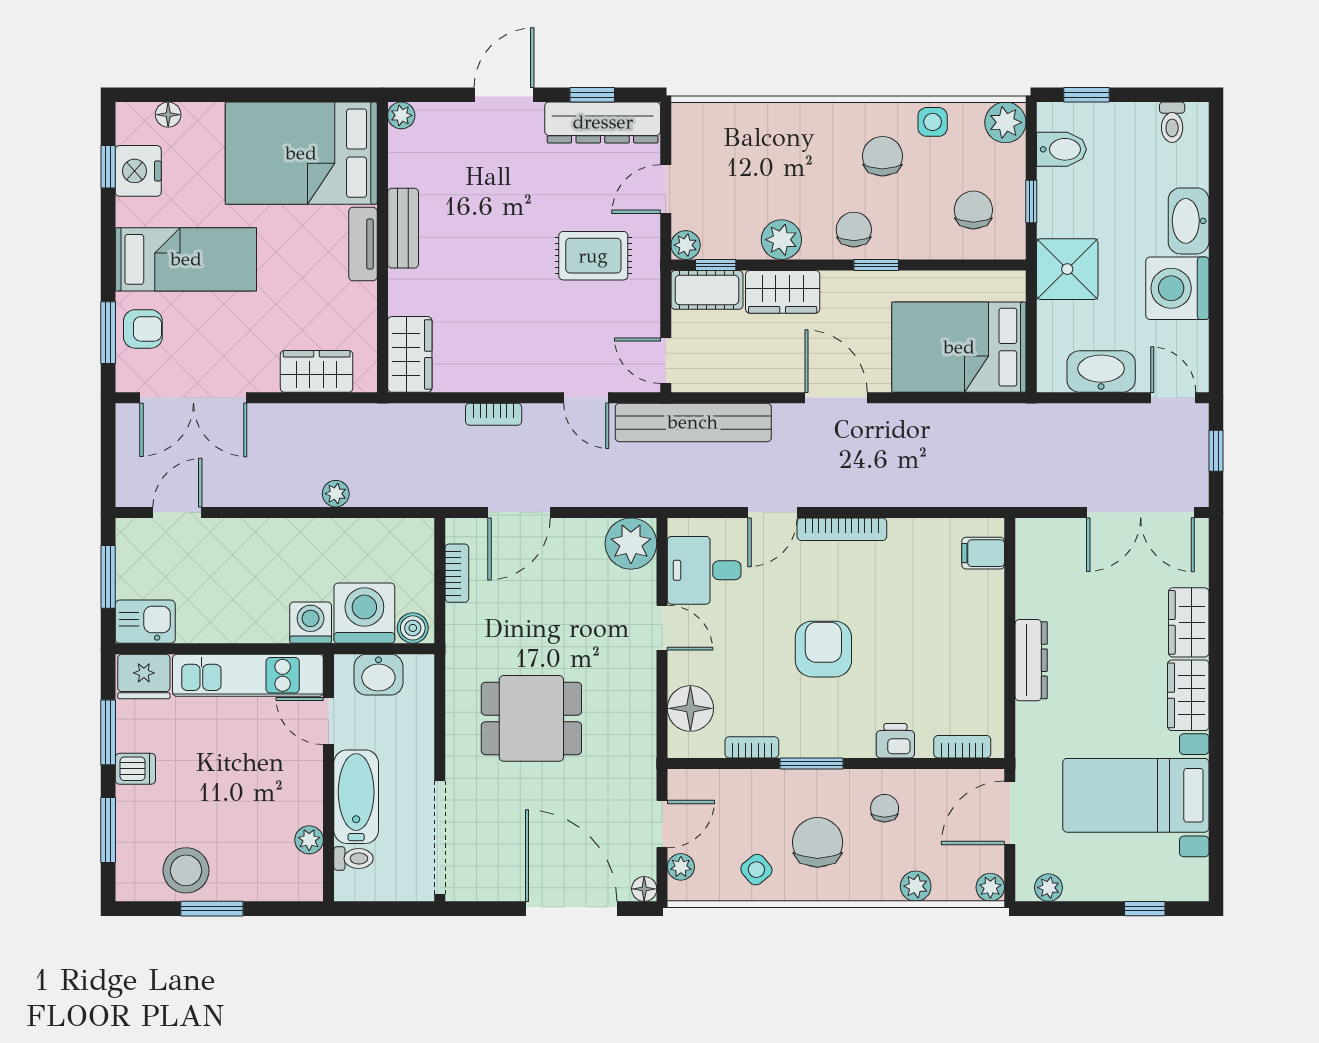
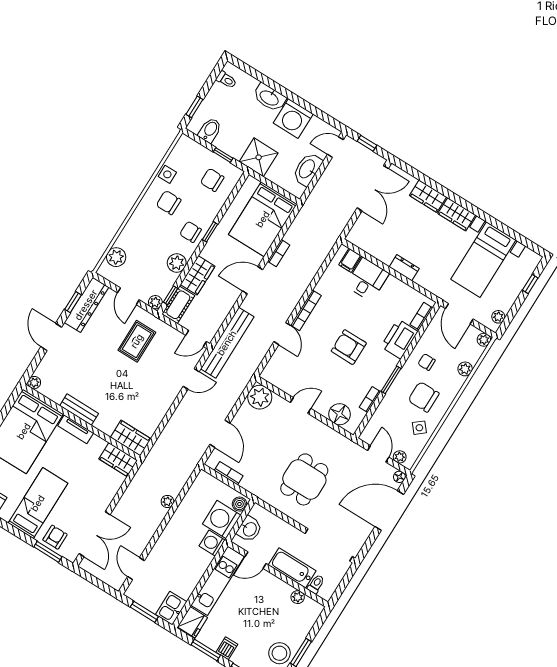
plant: (1005, 122) -> (116, 257), moved
wardrobe: (317, 371) -> (118, 460), moved, turned -90
bookcase: (494, 414) -> (279, 253), moved
desk: (704, 570) -> (367, 279), moved, turned 180
dresser: (1031, 660) -> (404, 268), width x0.70
printer: (895, 741) -> (399, 339), width x1.87, depth x1.48

